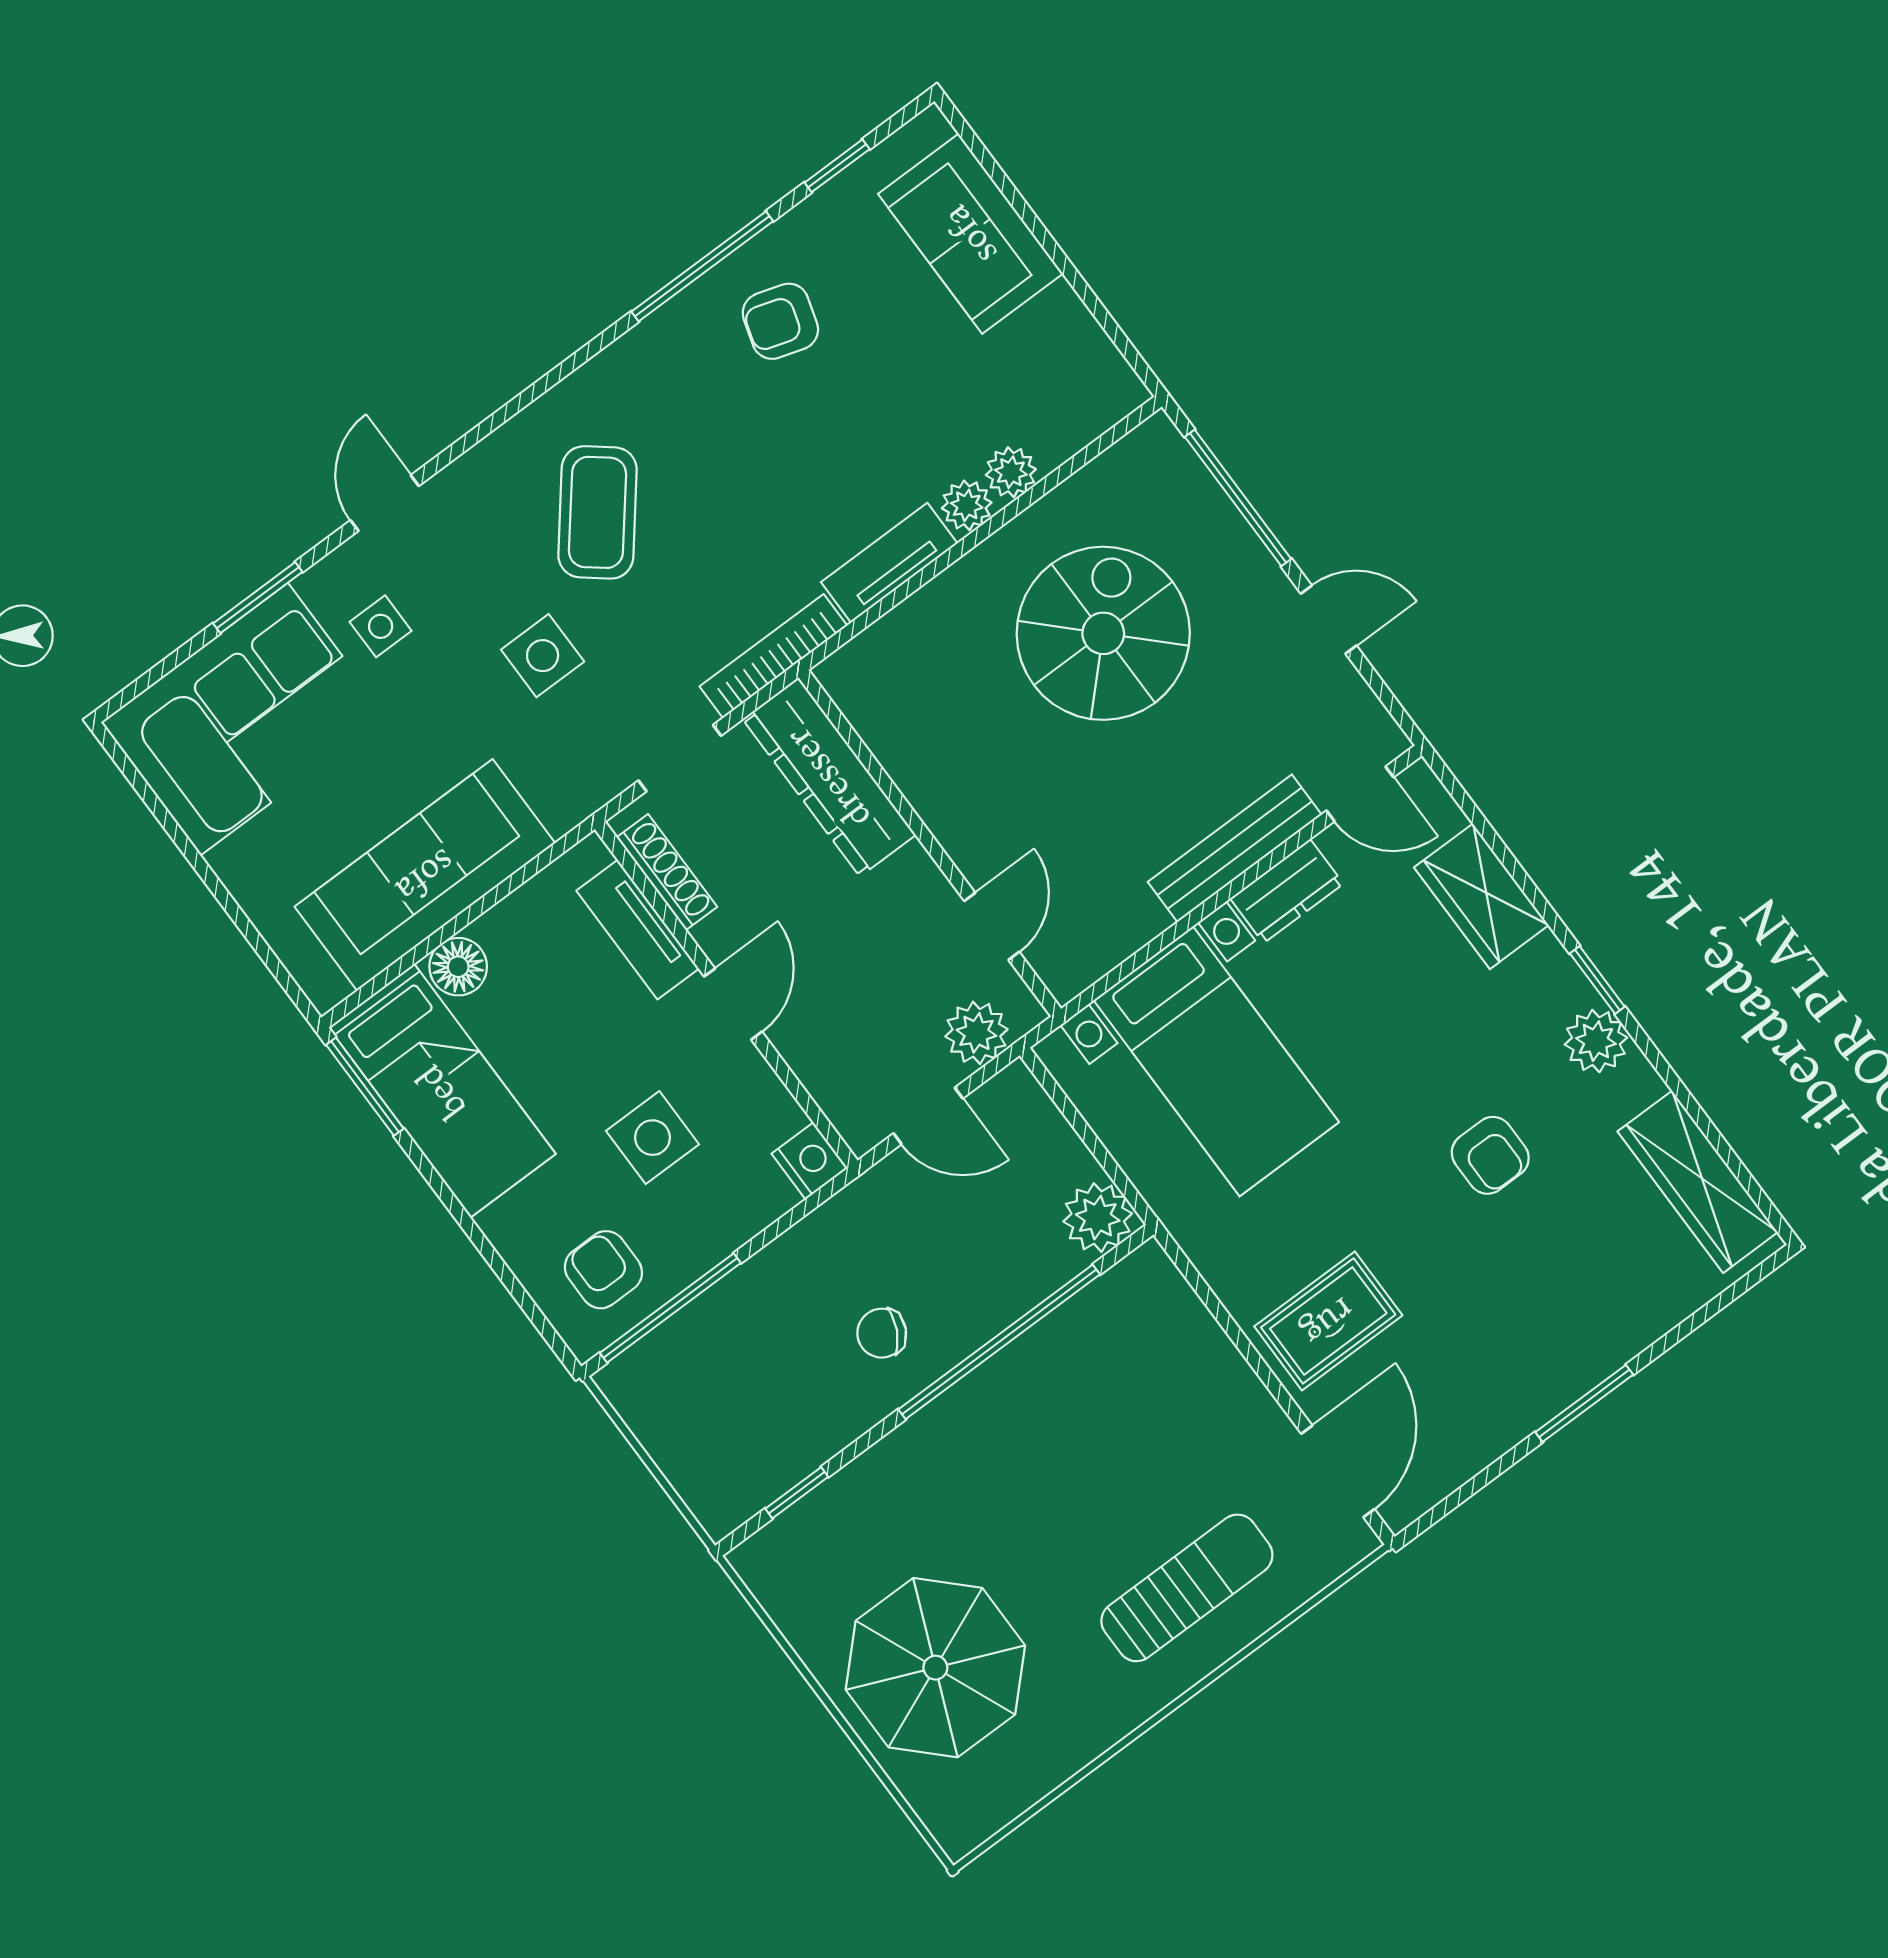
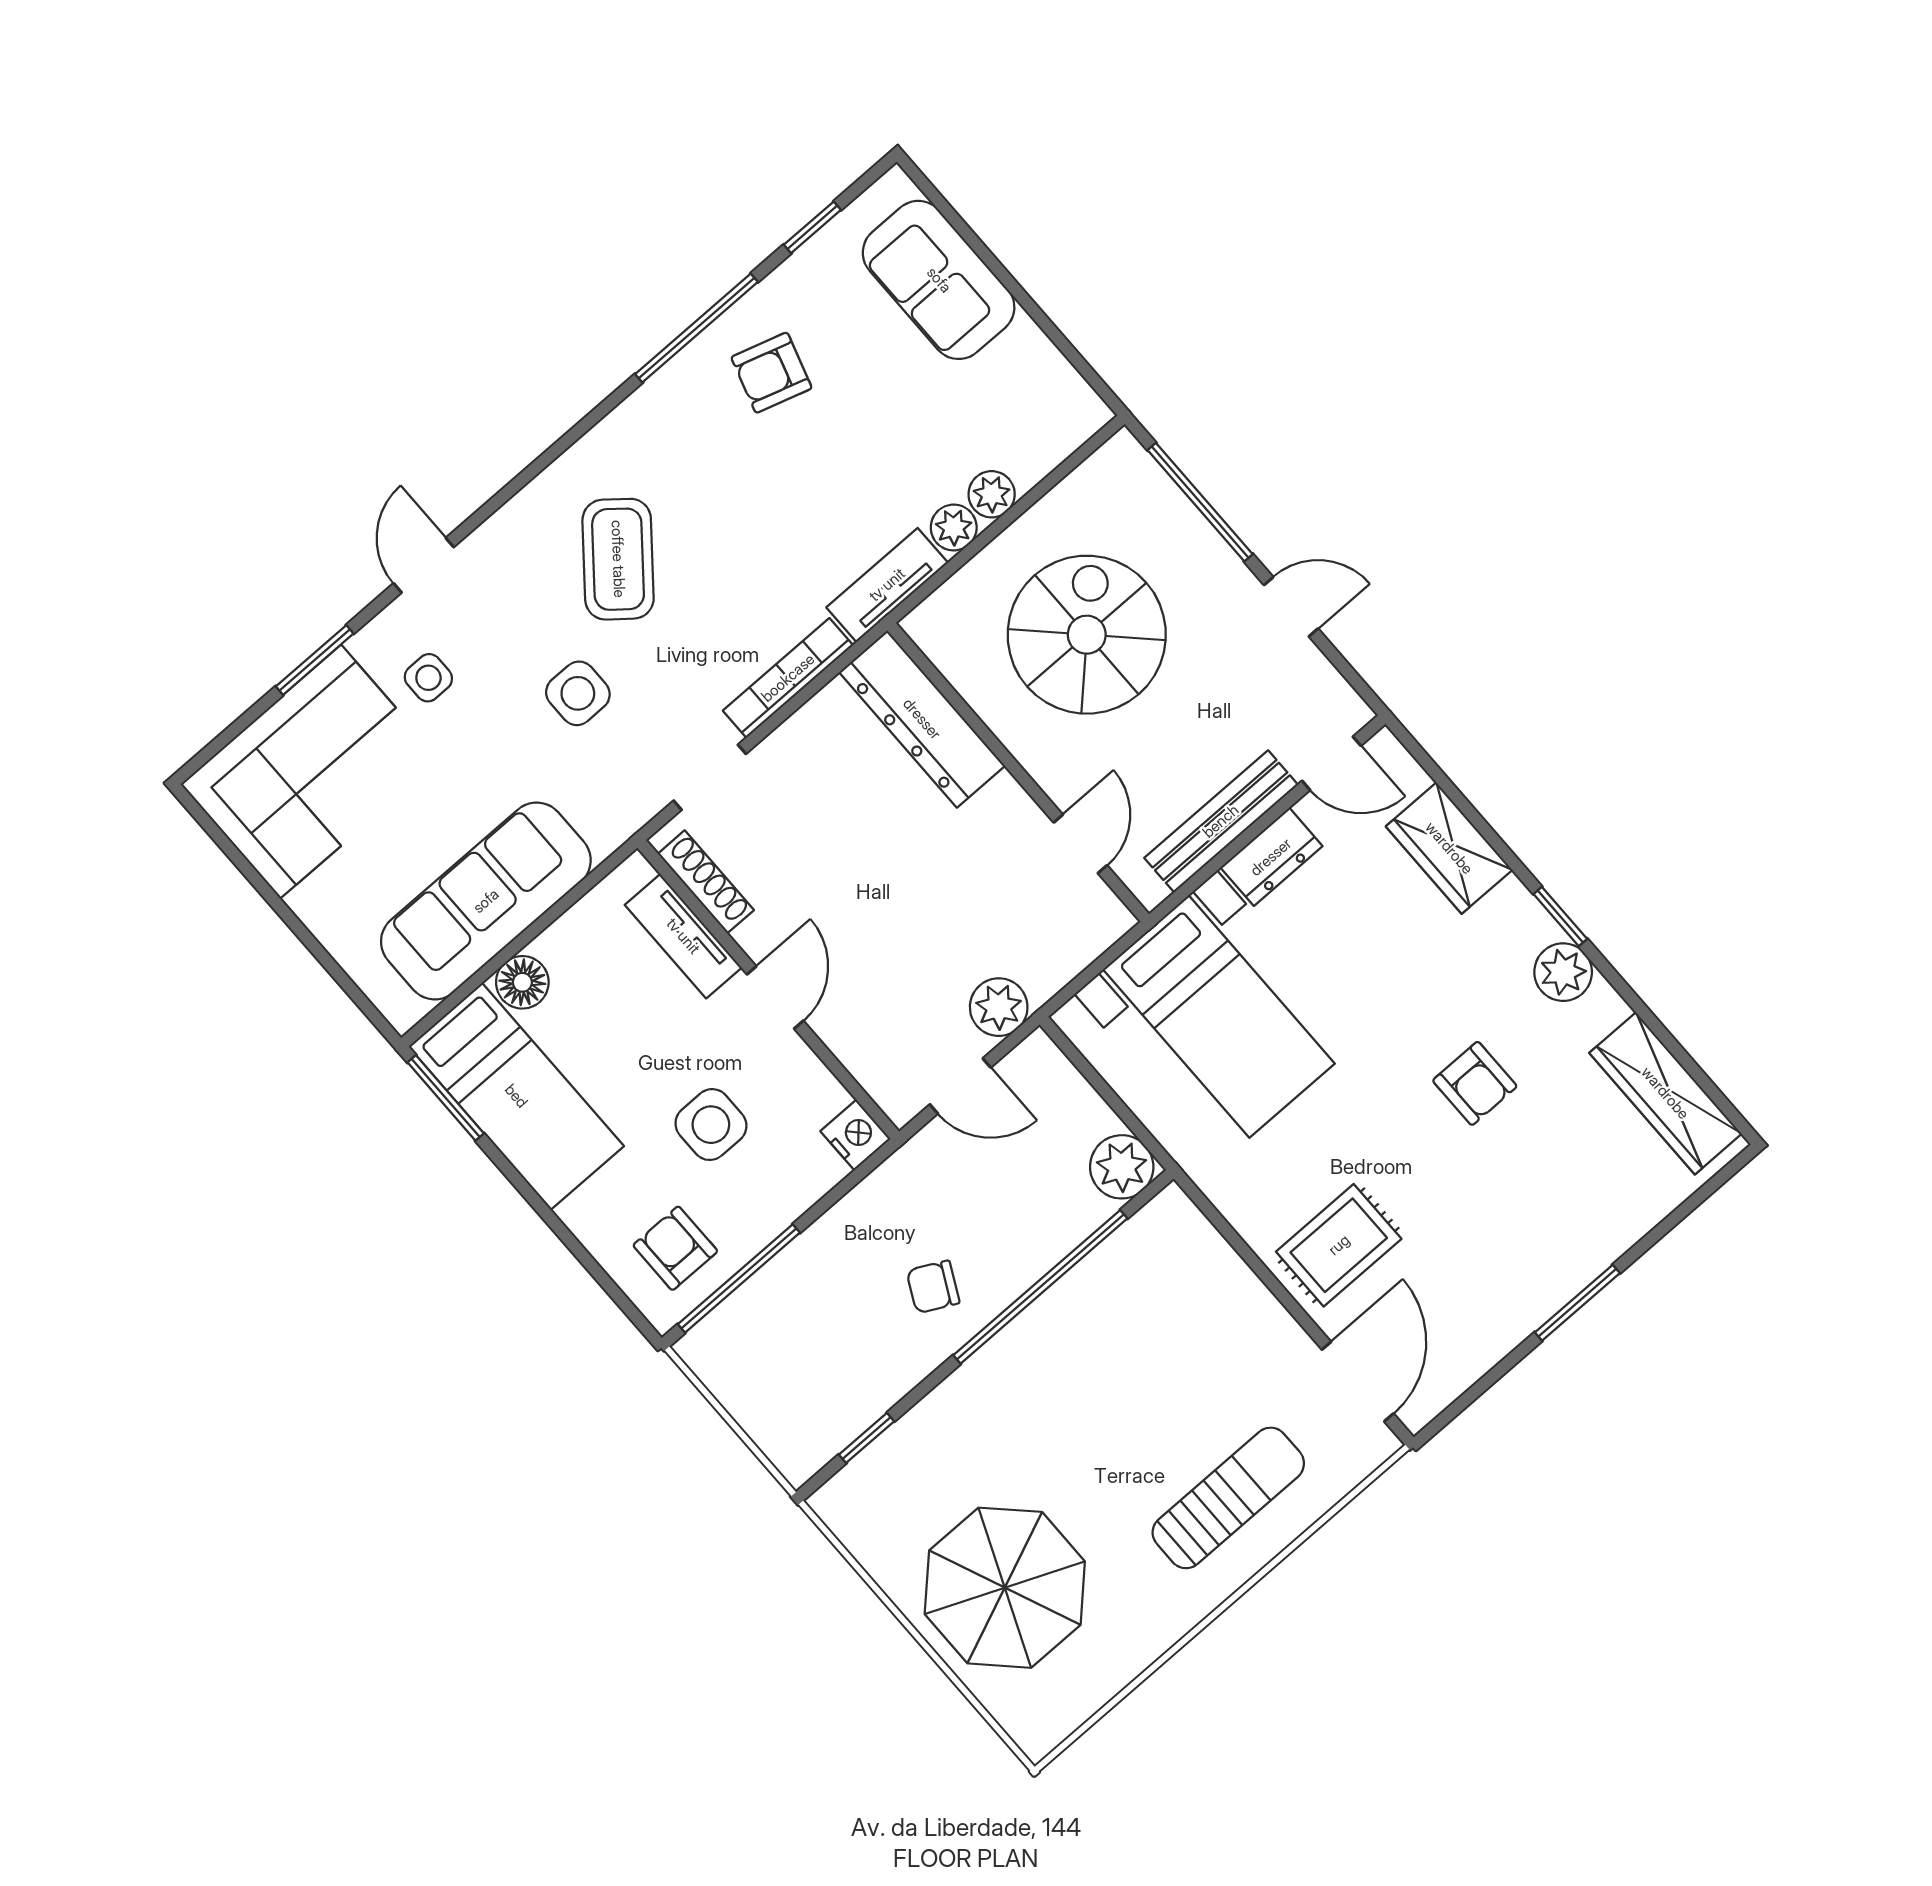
dresser: (829, 777) -> (922, 719), moved
wall: (930, 843) -> (1018, 772), moved
door: (992, 926) -> (1080, 844), moved

